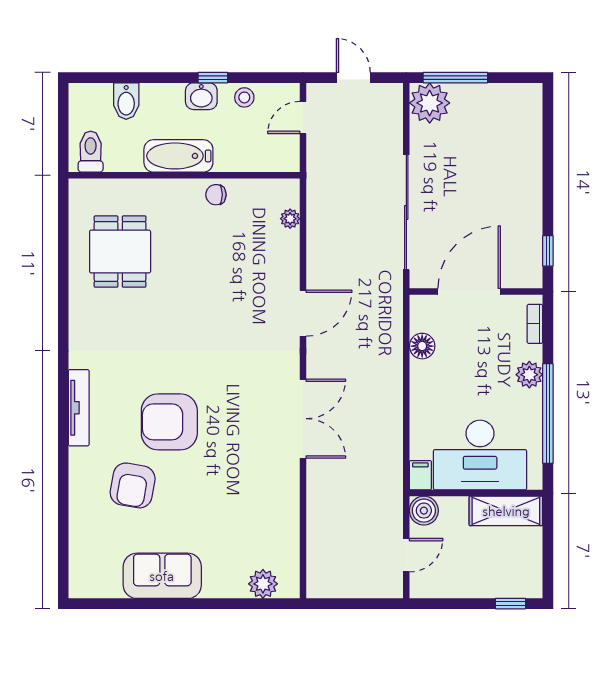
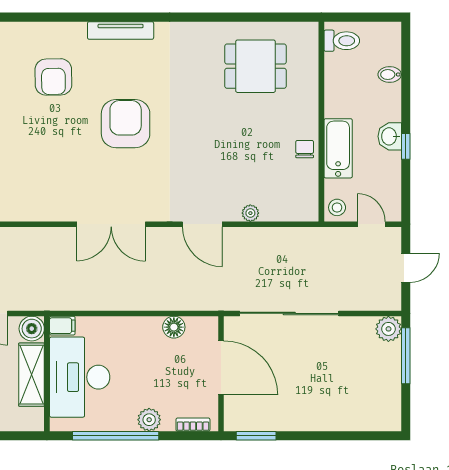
stool: (244, 97) -> (337, 207), moved
bidet: (126, 101) -> (390, 75), width x0.72, depth x0.74
plant: (430, 103) -> (388, 329), width x0.73, depth x0.73
bathtub: (178, 156) -> (338, 148), moved
plant: (290, 219) -> (250, 213), moved
window: (548, 251) -> (256, 436), width x1.50
armchair: (169, 422) -> (126, 124), moved
armchair: (133, 485) -> (53, 77), turned -101
shelving: (506, 511) -> (31, 375), moved

